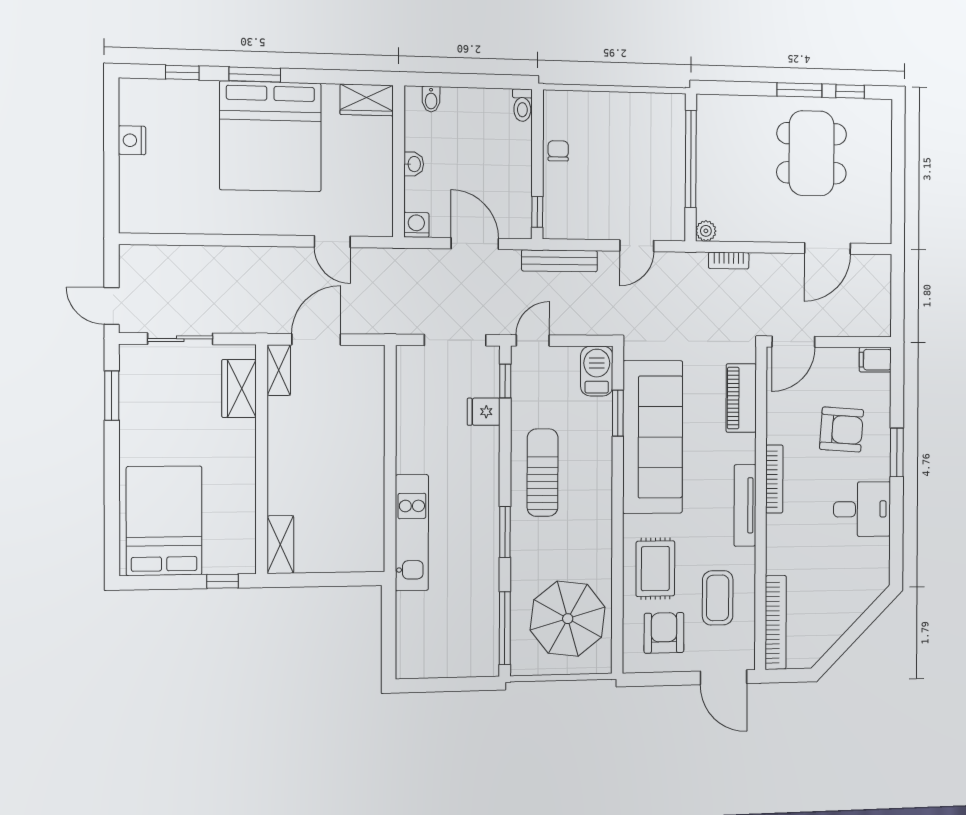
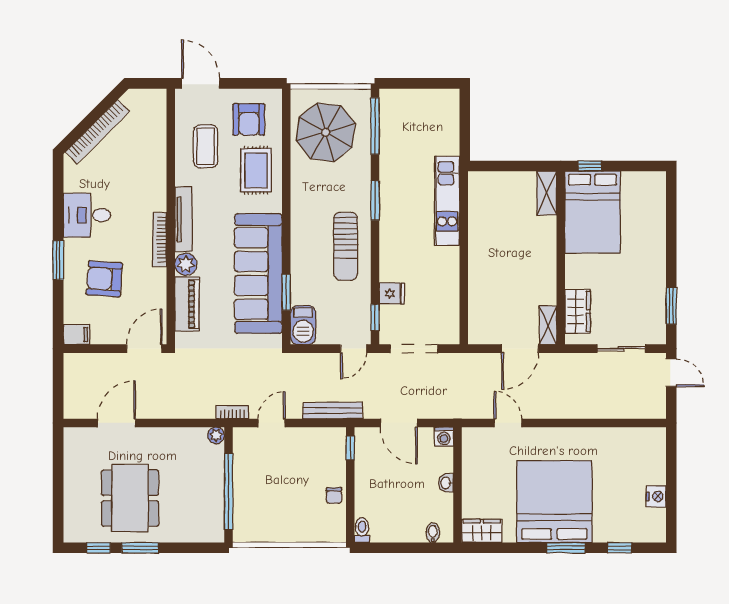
bookcase: (729, 261) -> (232, 412), moved
plant: (742, 448) -> (186, 264), added
bed: (164, 521) -> (593, 212), moved
bookcase: (776, 622) -> (97, 132), moved, turned -135

